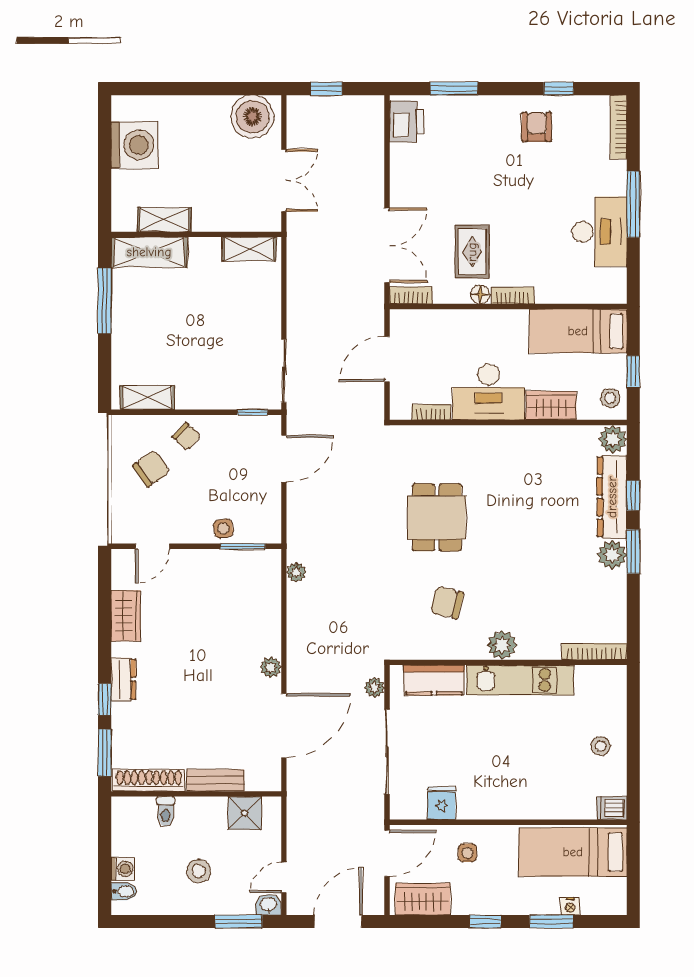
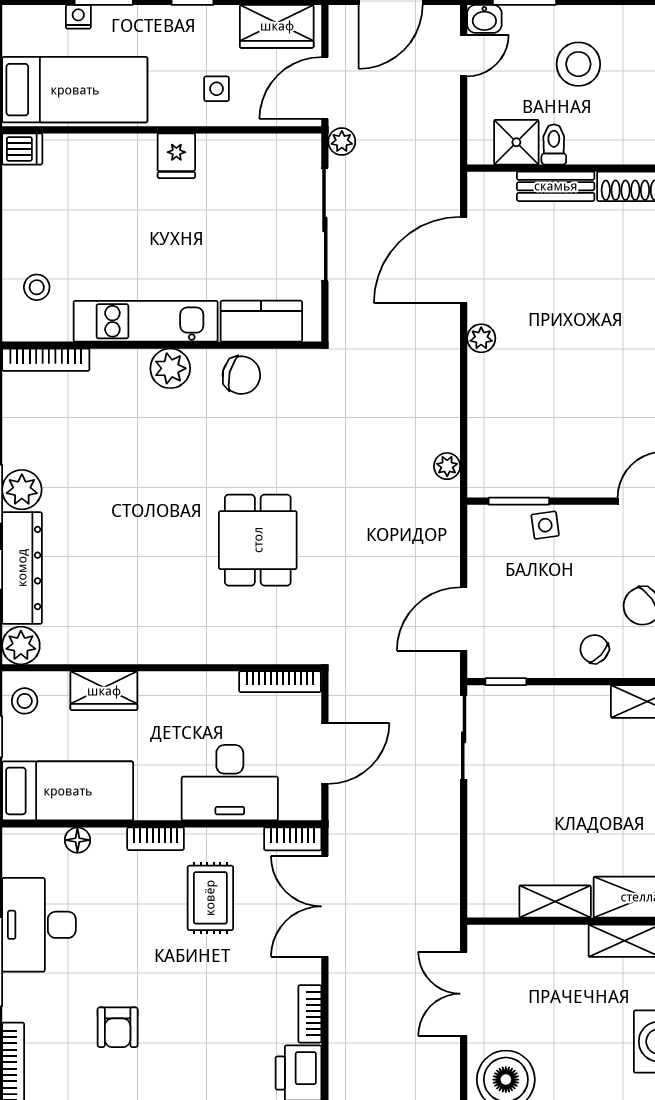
armchair: (537, 127) -> (118, 1027), moved
bookcase: (398, 165) -> (310, 1014), added
shelving: (249, 249) -> (555, 902), moved
floor lamp: (480, 295) -> (77, 840), moved
desk: (488, 392) -> (230, 783), moved, turned 180
bookcase: (431, 412) -> (280, 682), width x1.56
chair: (447, 603) -> (241, 375), moved
plant: (374, 688) -> (342, 142), moved
stool: (601, 746) -> (37, 287), moved
fridge: (441, 803) -> (176, 156), moved
toilet: (166, 811) -> (554, 144), moved
stool: (199, 871) -> (578, 64), width x1.38, depth x1.38

